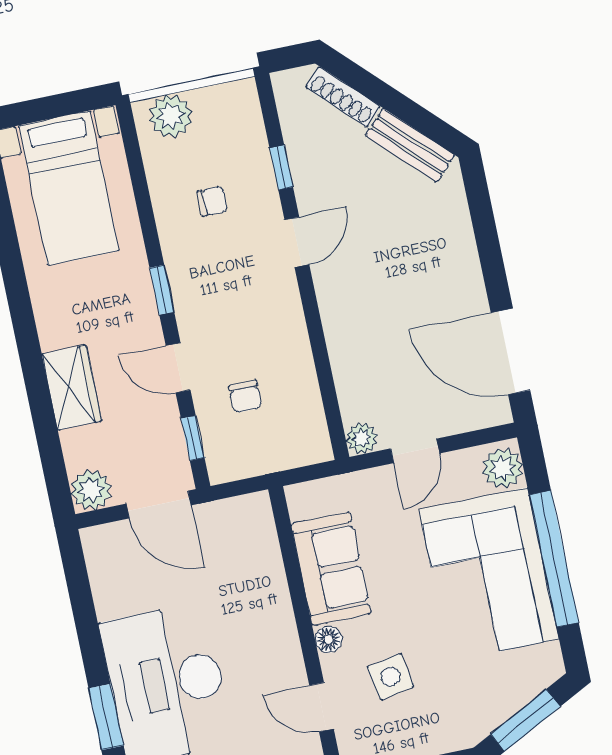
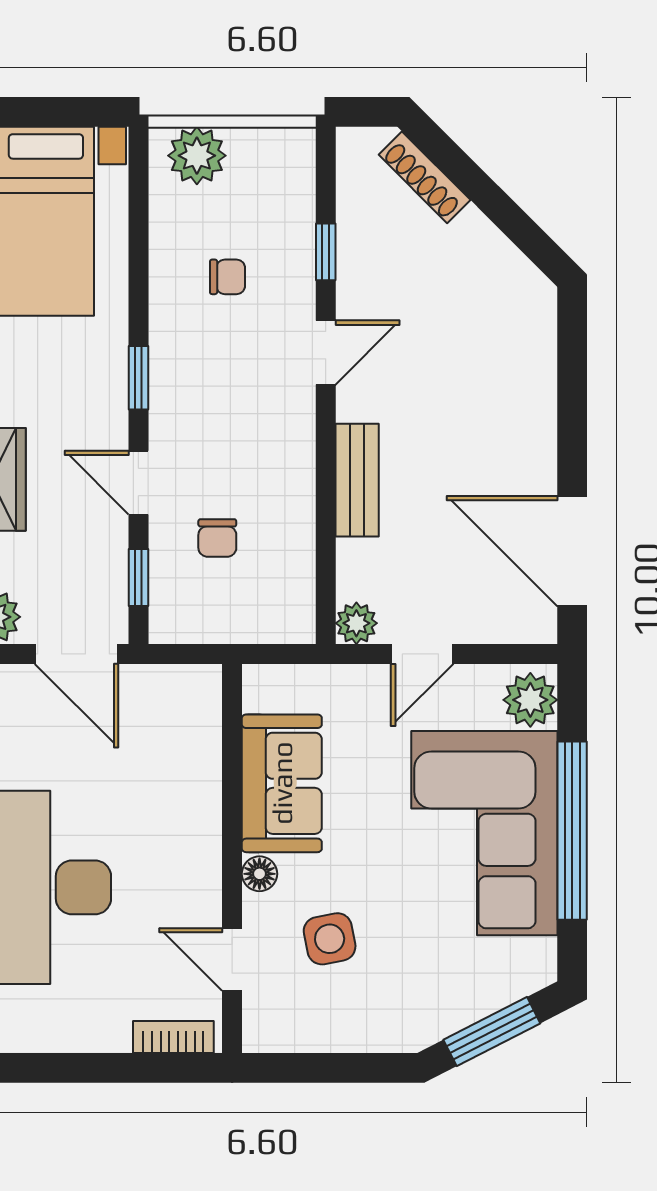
bench: (410, 145) -> (357, 480), moved, turned 45

